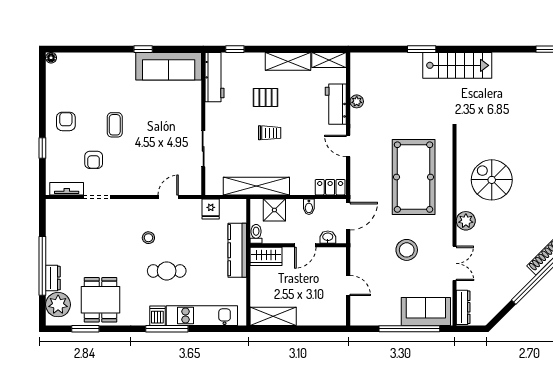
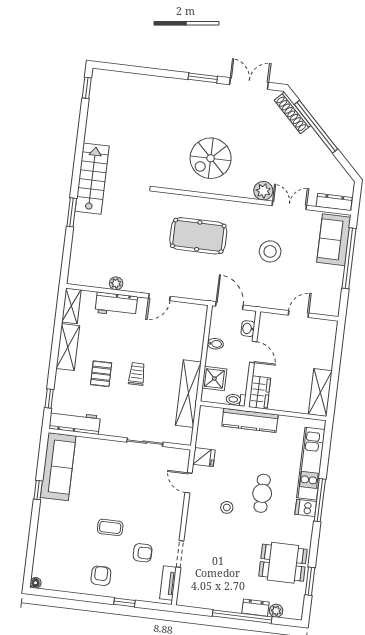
armchair: (66, 121) -> (101, 576), turned 90
pool table: (414, 177) -> (198, 236), width x0.73, depth x0.76
locker: (330, 187) -> (198, 320), removed
fridge: (211, 209) -> (204, 457), moved
plant: (466, 221) -> (263, 191), moved
plant: (58, 305) -> (276, 611), width x0.53, depth x0.53

